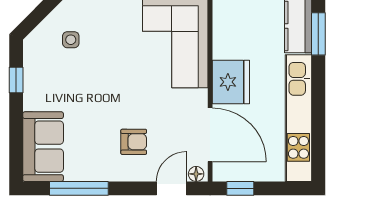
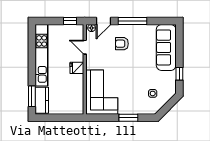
fridge: (231, 82) -> (77, 68), width x0.53, depth x0.75
door: (210, 135) -> (85, 47), width x0.53
sofa: (43, 147) -> (166, 47), width x1.36
window: (79, 188) -> (132, 21), moved

